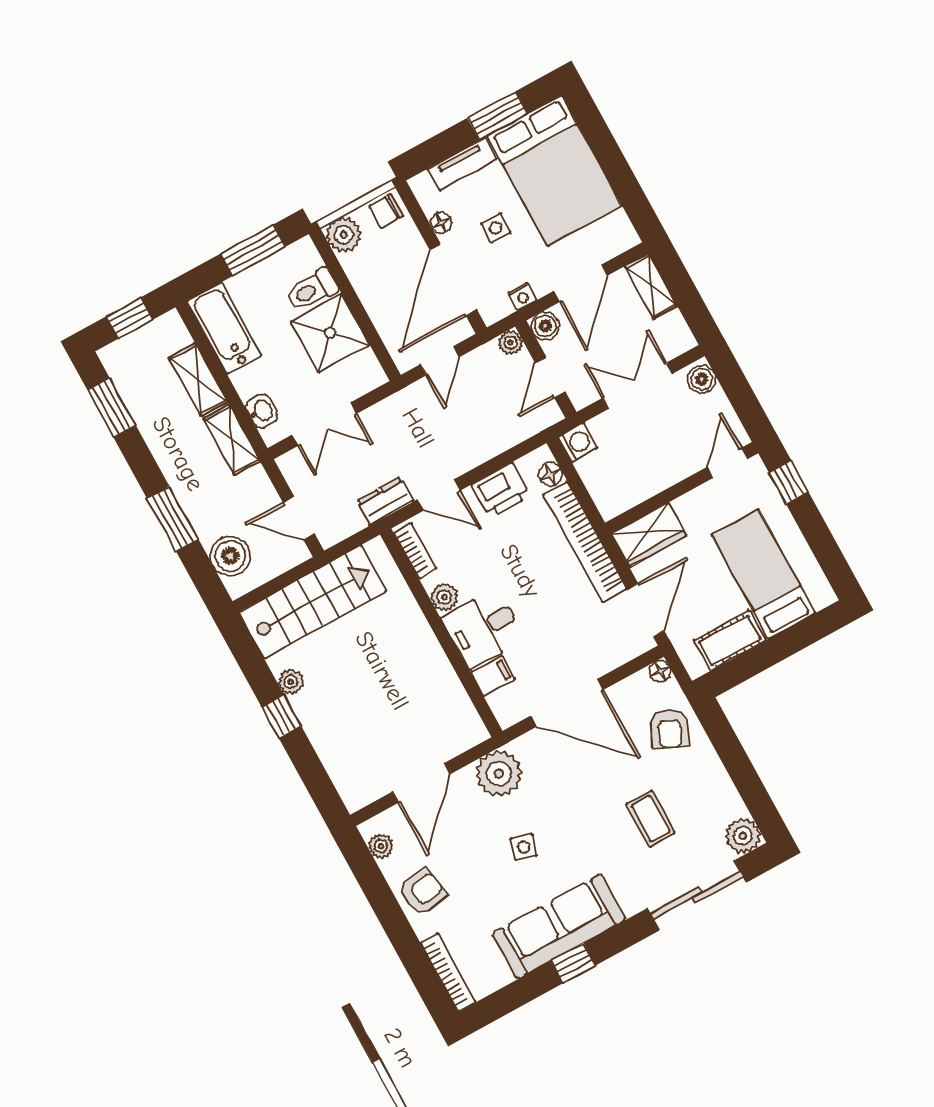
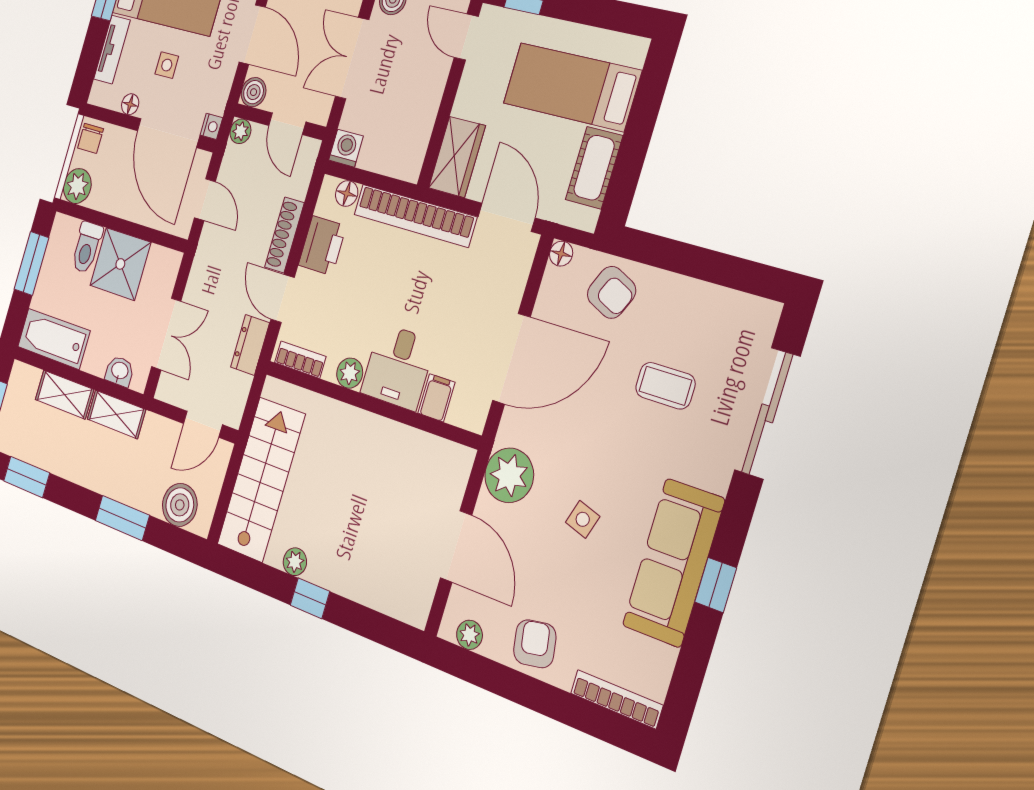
nightstand: (522, 297) -> (211, 126), moved
shoe rack: (479, 453) -> (284, 235), added
door: (439, 495) -> (283, 298), swing flipped
plant: (743, 836) -> (758, 319), removed

